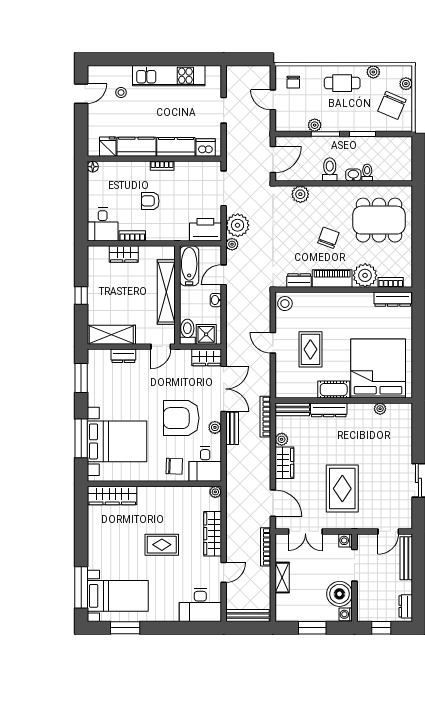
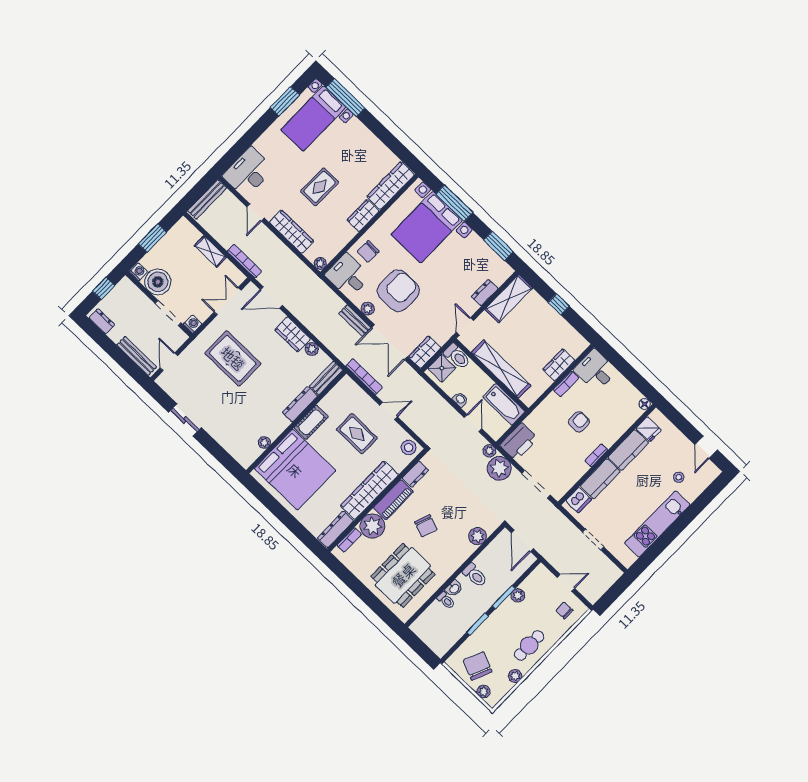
wardrobe: (342, 302) -> (369, 490), added
bookcase: (265, 417) -> (364, 377), moved
wardrobe: (152, 494) -> (363, 216), added

